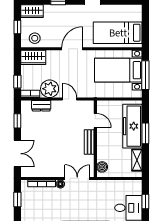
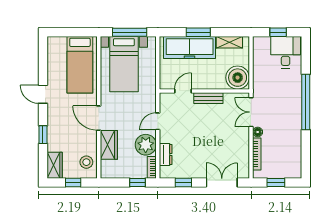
wardrobe: (33, 57) -> (109, 145), moved
boiler: (102, 167) -> (238, 78), width x1.86, depth x1.86

